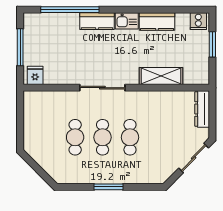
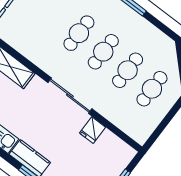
fridge: (35, 75) -> (92, 130), moved
cafe table: (48, 137) -> (152, 89), added

